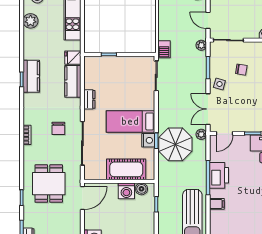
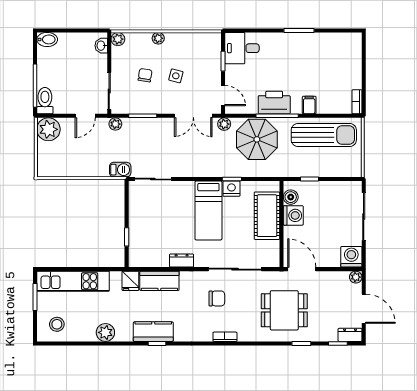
plant: (31, 21) -> (105, 332), moved
side table: (219, 84) -> (176, 76), moved
parasol: (175, 144) -> (257, 139), moved

